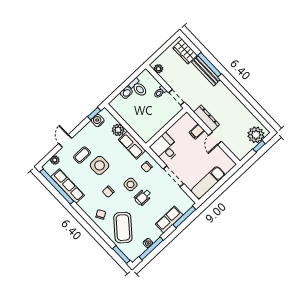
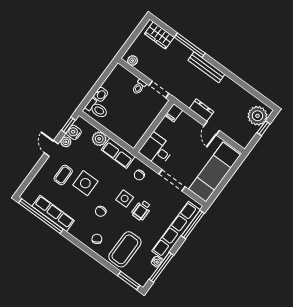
bench: (206, 71) -> (206, 67), moved
toilet: (138, 88) -> (97, 109), moved
dresser: (207, 118) -> (202, 110), width x0.70
filing cabinet: (197, 132) -> (174, 113), moved
door: (65, 141) -> (51, 148), moved
plant: (55, 160) -> (66, 142), moved
exam couch: (208, 183) -> (215, 172), width x1.36, depth x1.45
row of seats: (169, 220) -> (176, 231), width x2.02
coffee table: (123, 228) -> (125, 249), turned 50

